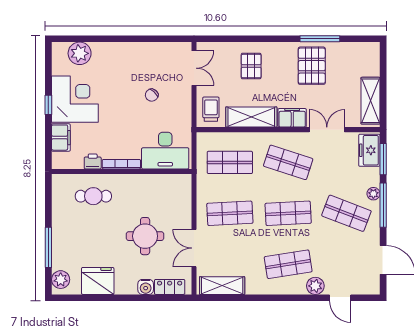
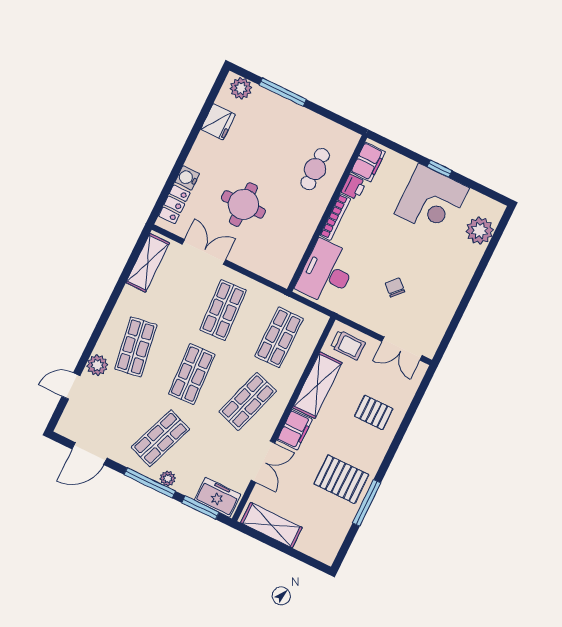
filing cabinet: (61, 138) -> (368, 162), moved, turned -90
fridge: (98, 281) -> (218, 122), width x0.73, depth x0.75

